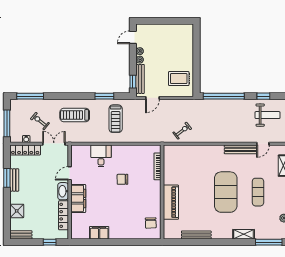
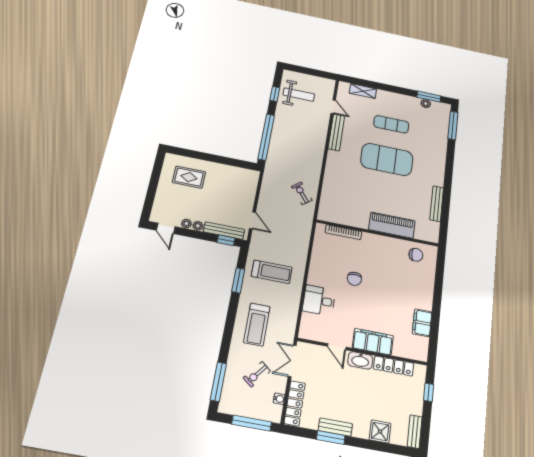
rug: (179, 79) -> (189, 177), moved, turned 90
weight bench: (268, 115) -> (299, 95), turned 90
shelving: (244, 234) -> (441, 150), removed

